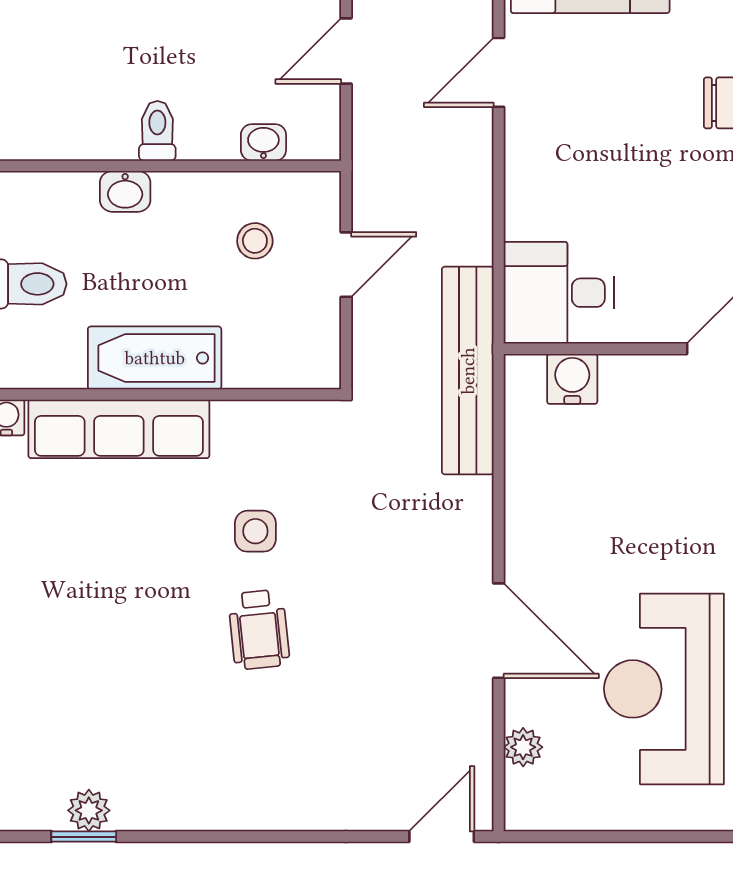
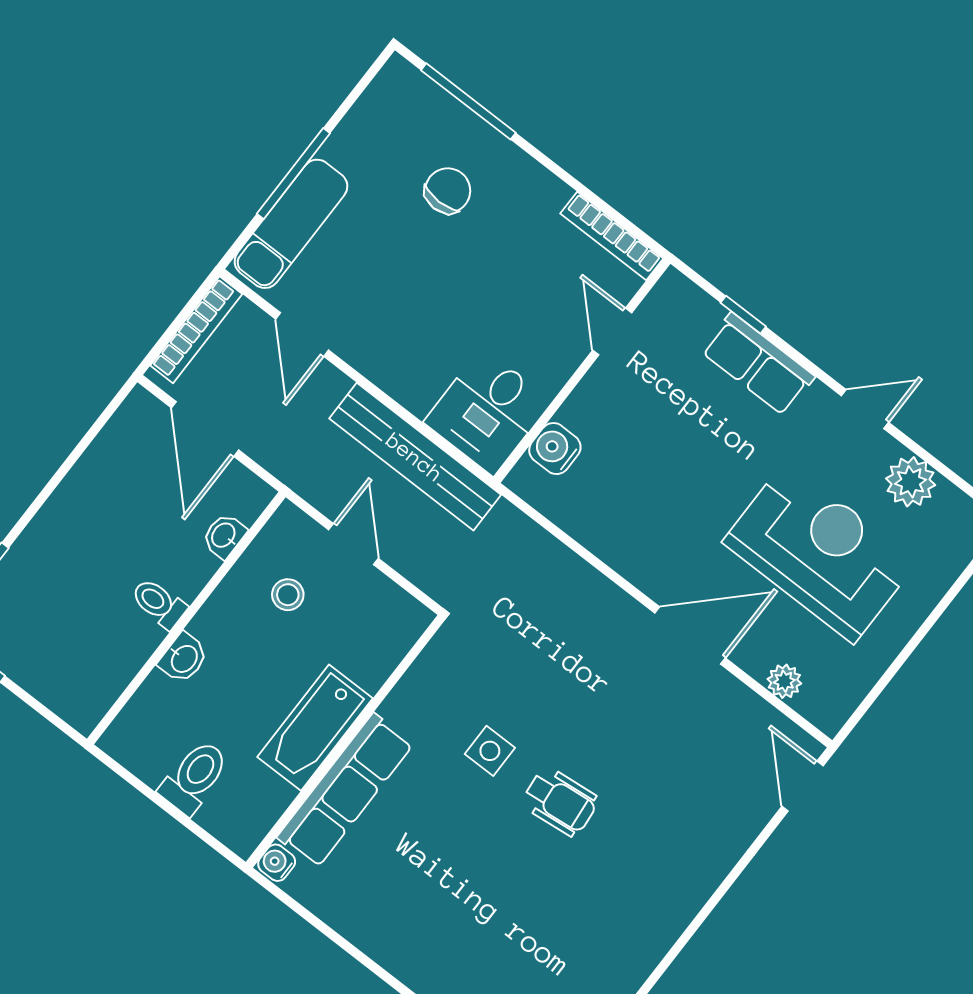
door: (346, 51) -> (205, 429), width x1.38
bench: (468, 371) -> (415, 457), moved
reception desk: (664, 689) -> (820, 552), turned 180

